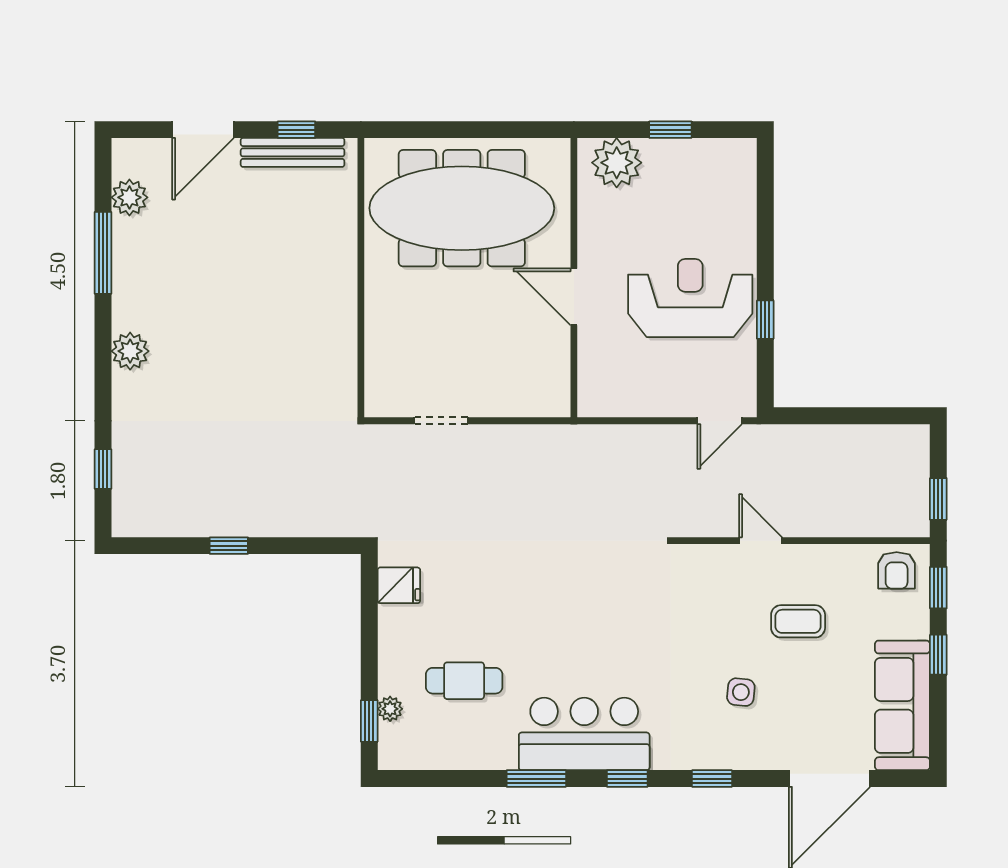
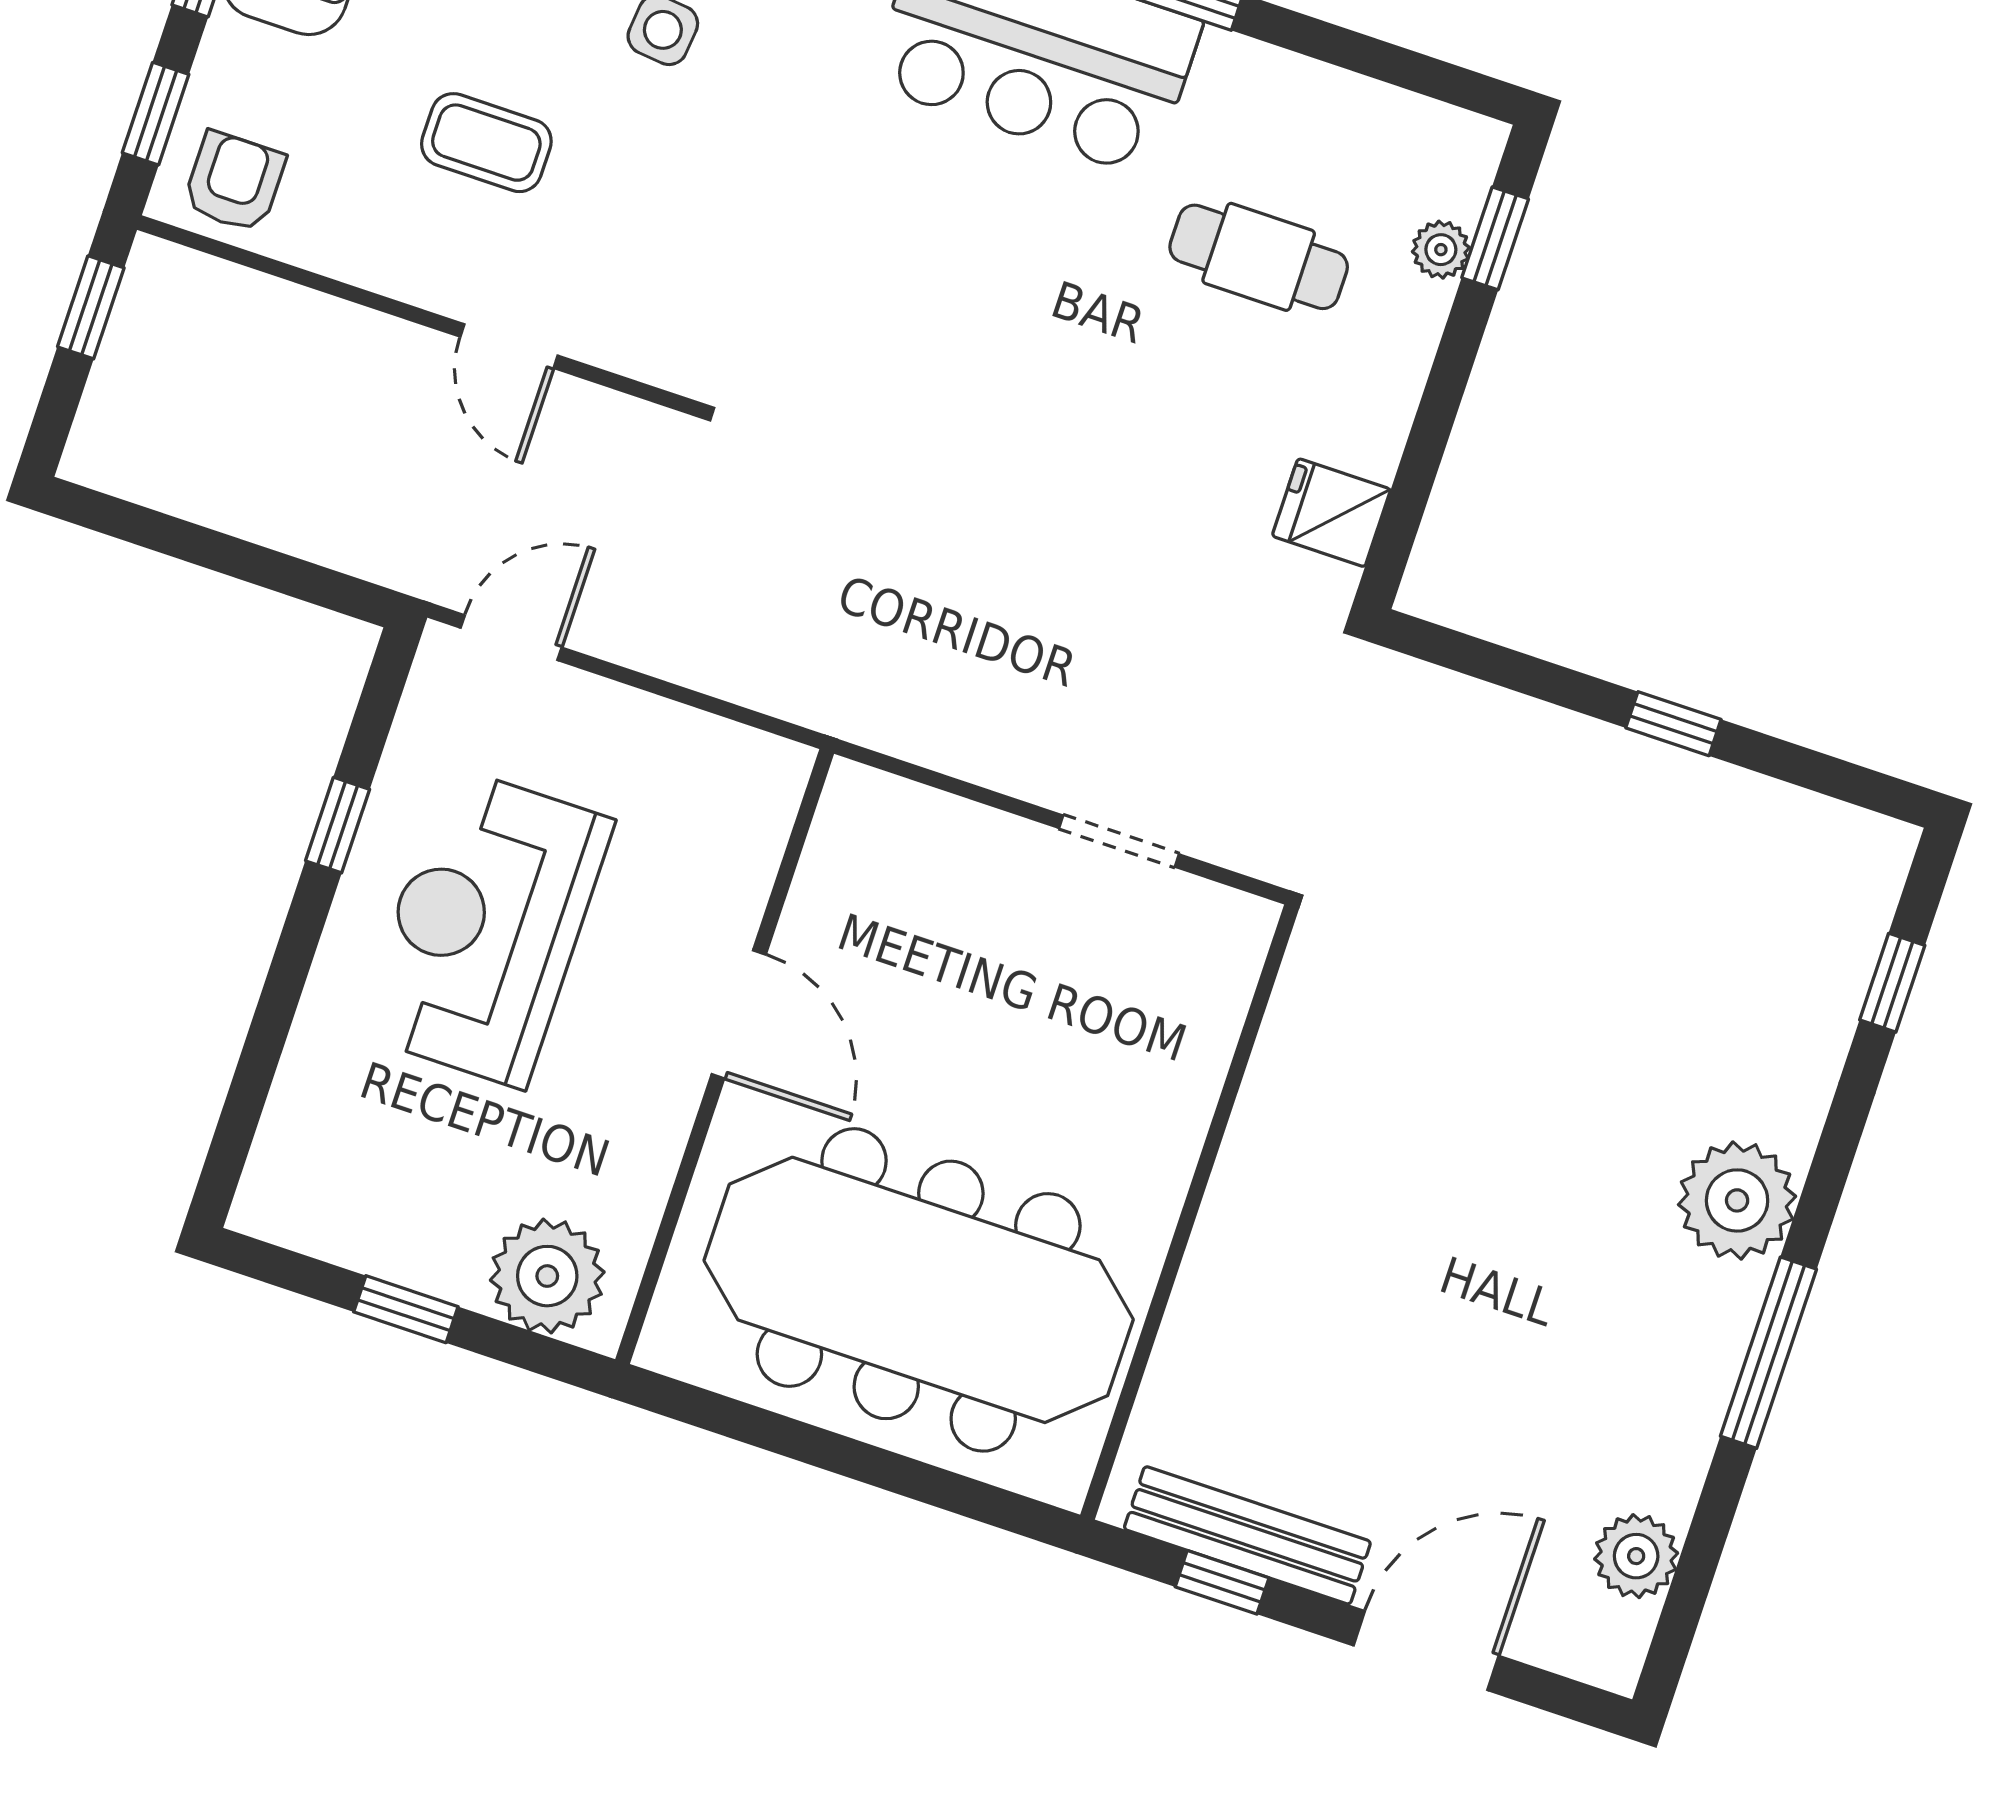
window: (103, 253) -> (1768, 1353), moved
reception desk: (690, 298) -> (486, 927), turned 90
plant: (130, 351) -> (1737, 1200), width x1.36, depth x1.36

